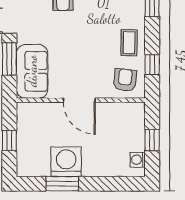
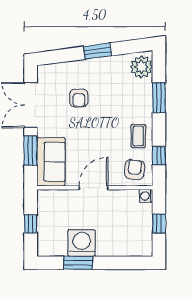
door: (79, 100) -> (94, 188), swing flipped
washing machine: (138, 160) -> (146, 196), moved

